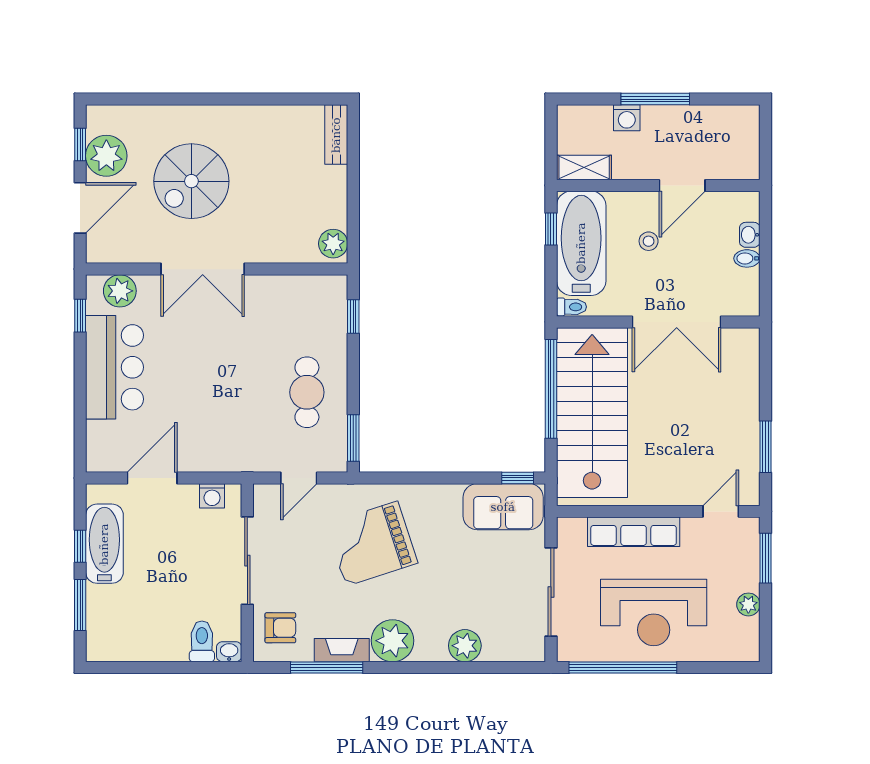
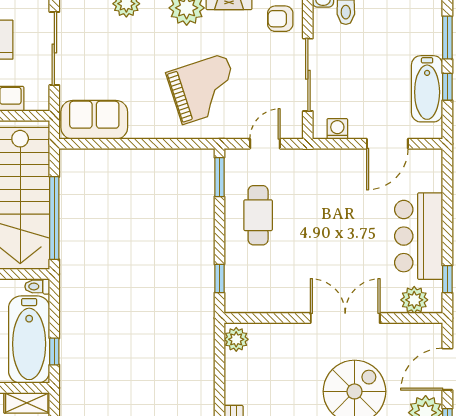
window: (518, 478) -> (82, 144), removed

